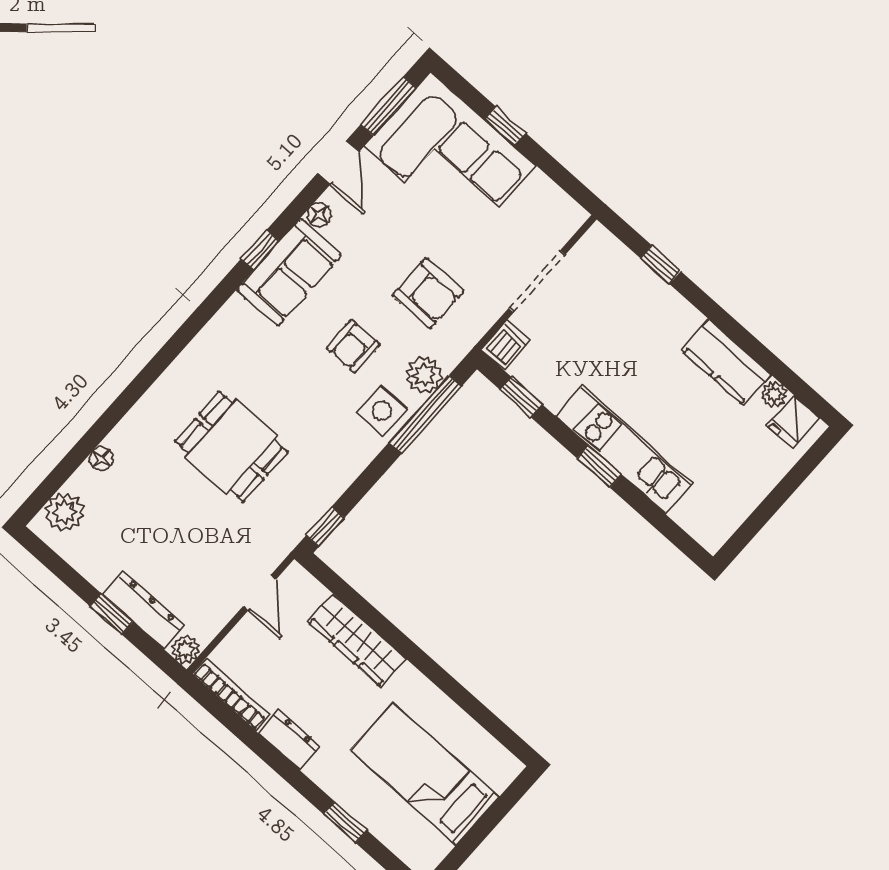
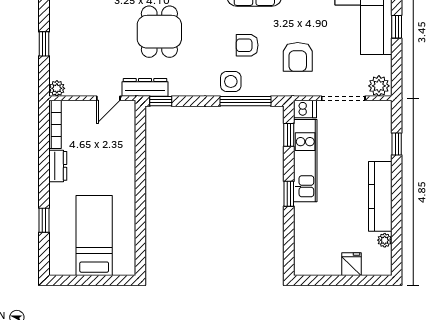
kitchen counter: (726, 362) -> (380, 196), width x1.50
plant: (424, 375) -> (379, 86), moved
fridge: (793, 422) -> (351, 264), moved, turned 90
kitchen unit: (624, 449) -> (305, 161), moved
dresser: (144, 610) -> (145, 87), moved, turned -90
wardrobe: (357, 640) -> (125, 157), removed

